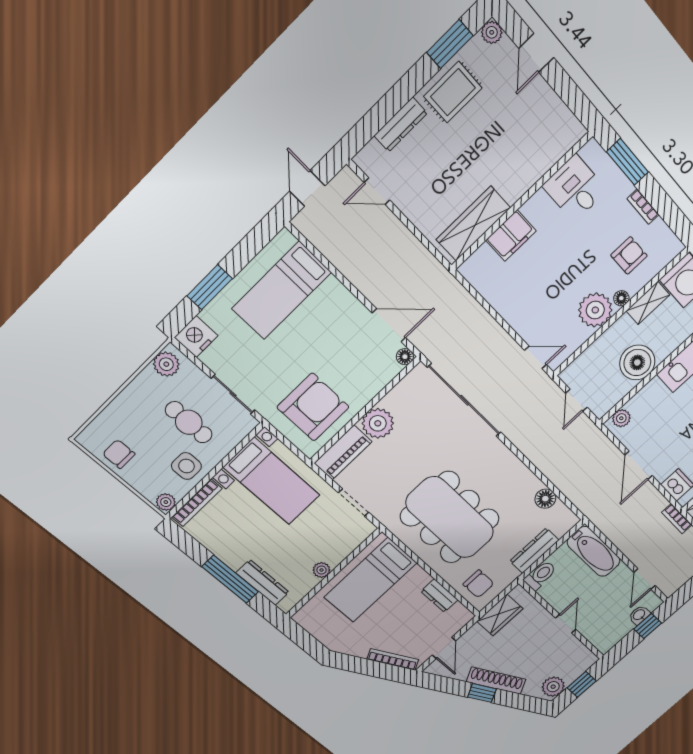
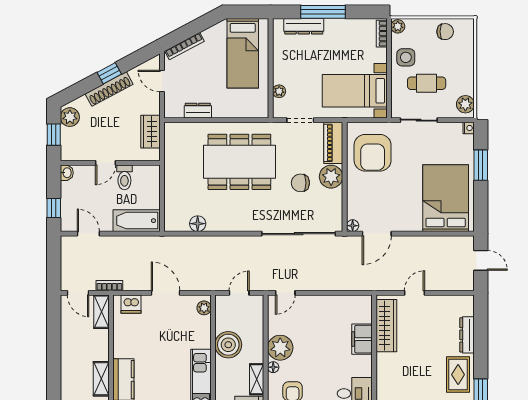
door: (377, 191) -> (415, 293), moved
bed: (282, 291) -> (446, 198), width x1.50
nightstand: (196, 337) -> (469, 128), width x0.53, depth x0.56
door: (576, 400) -> (239, 293), hinge flipped
bookcase: (197, 503) -> (382, 34), width x0.64
dresser: (534, 551) -> (172, 188), removed
plant: (321, 570) -> (279, 91), moved
toilet: (540, 575) -> (124, 177), moved
bed: (370, 580) -> (243, 53), moved, turned 180
chair: (479, 584) -> (300, 183), moved
washbasin: (639, 615) -> (67, 173), moved
door: (566, 624) -> (105, 163), hinge flipped

